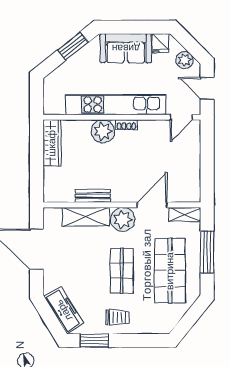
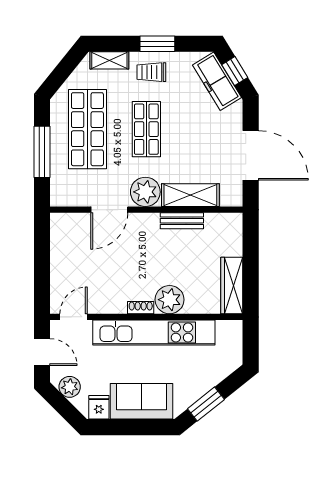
shelving: (185, 214) -> (109, 60), moved
window: (50, 318) -> (235, 71), added
window: (94, 341) -> (157, 44), moved

